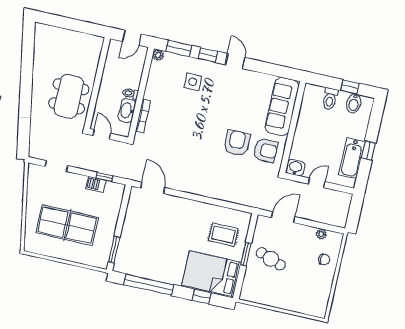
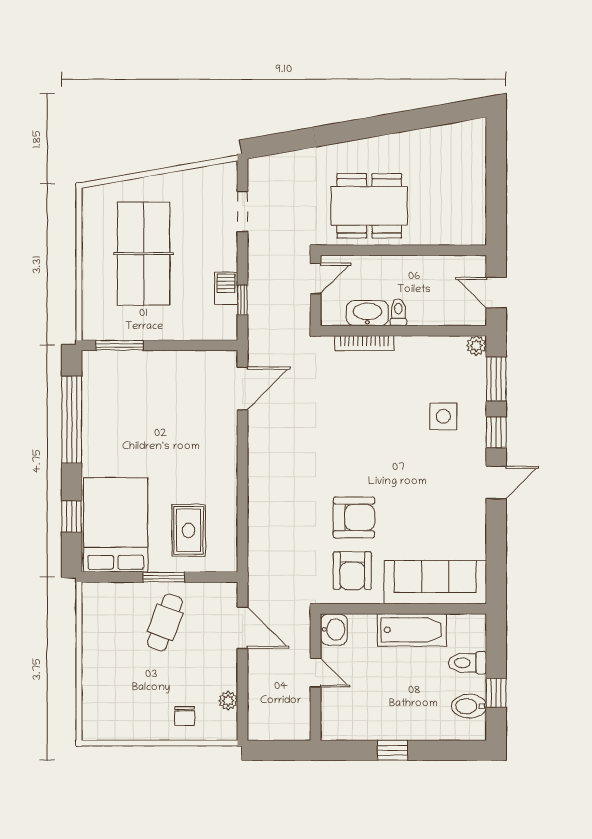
bathtub: (352, 158) -> (412, 630), moved, turned 180

